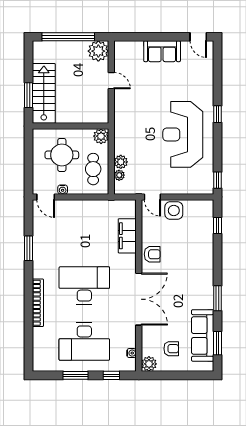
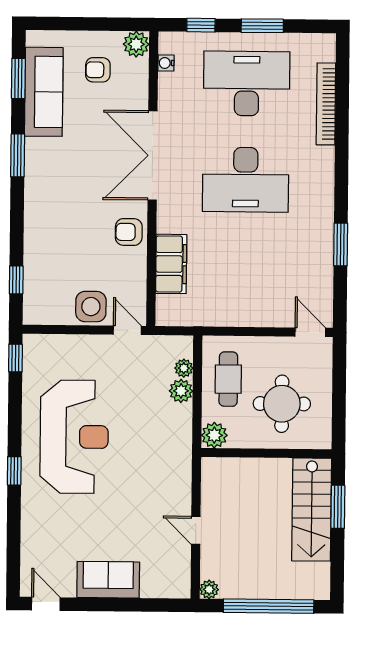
plant: (98, 51) -> (209, 589), width x0.53, depth x0.53
water cooler: (63, 190) -> (281, 344), removed
bookcase: (38, 303) -> (326, 104), moved

